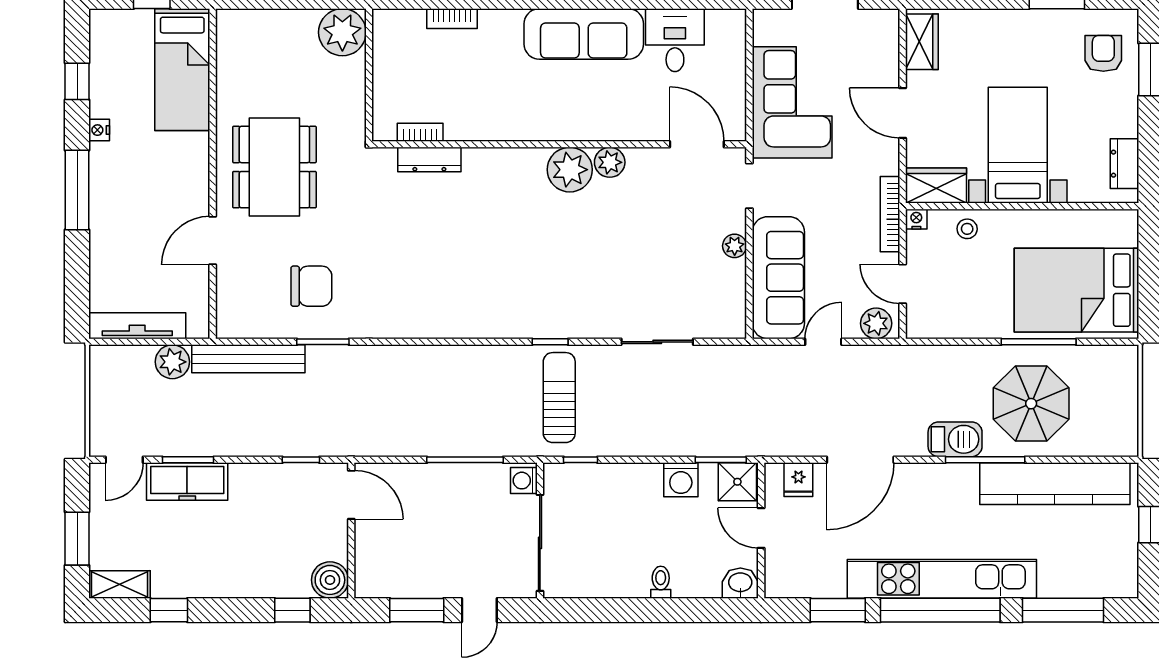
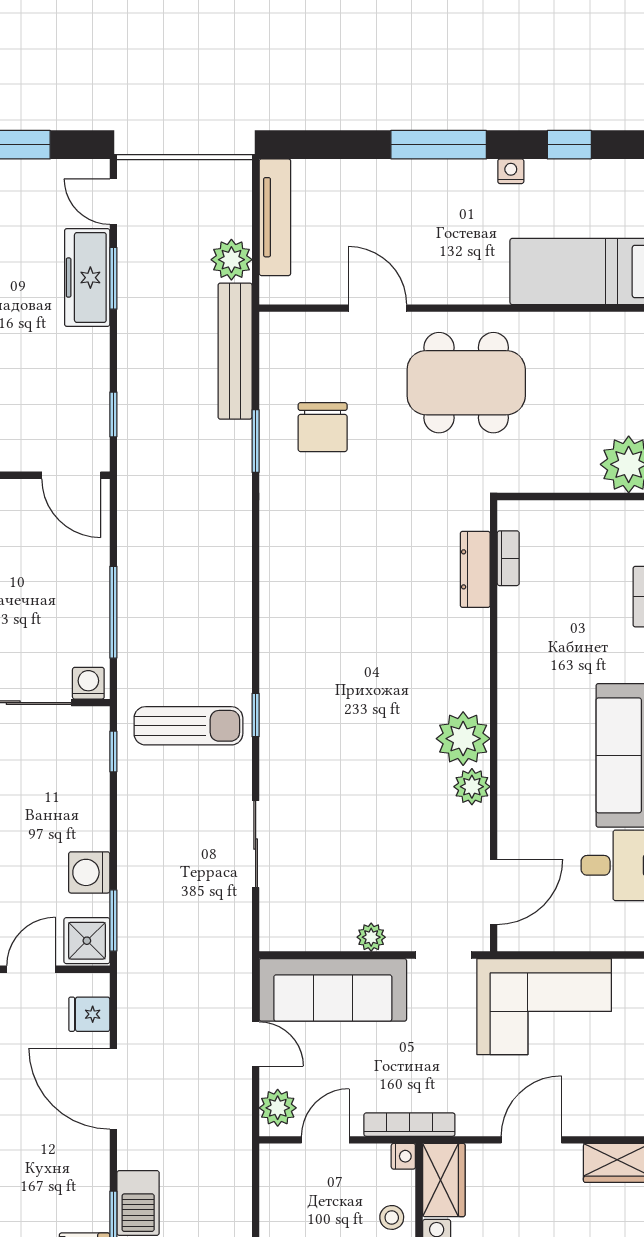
door: (351, 495) -> (71, 475), hinge flipped

